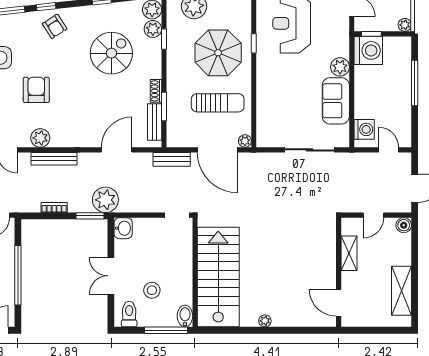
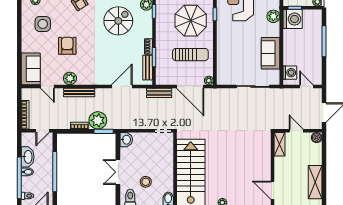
plant: (340, 67) -> (273, 16), moved
plant: (105, 200) -> (98, 120), moved
door: (373, 215) -> (296, 131), swing flipped
shelving: (349, 253) -> (279, 144), moved

